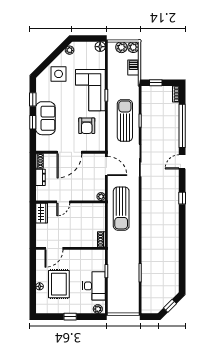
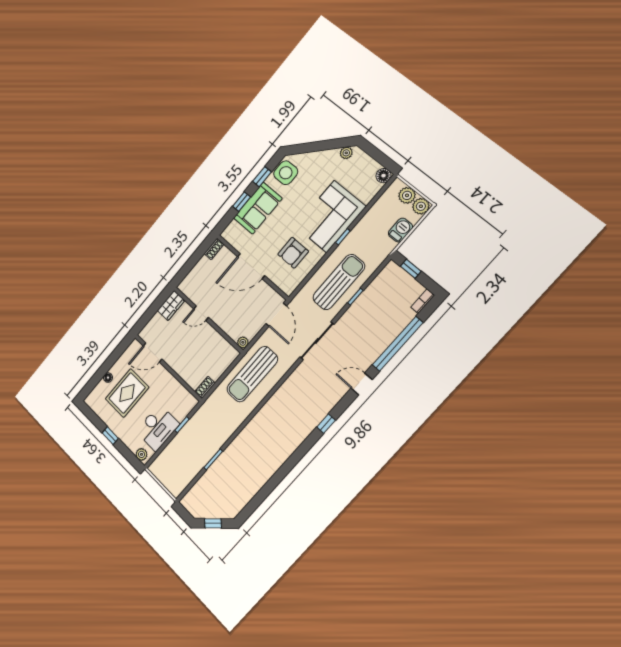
side table: (59, 74) -> (286, 173), moved
dresser: (41, 177) -> (201, 267), removed

